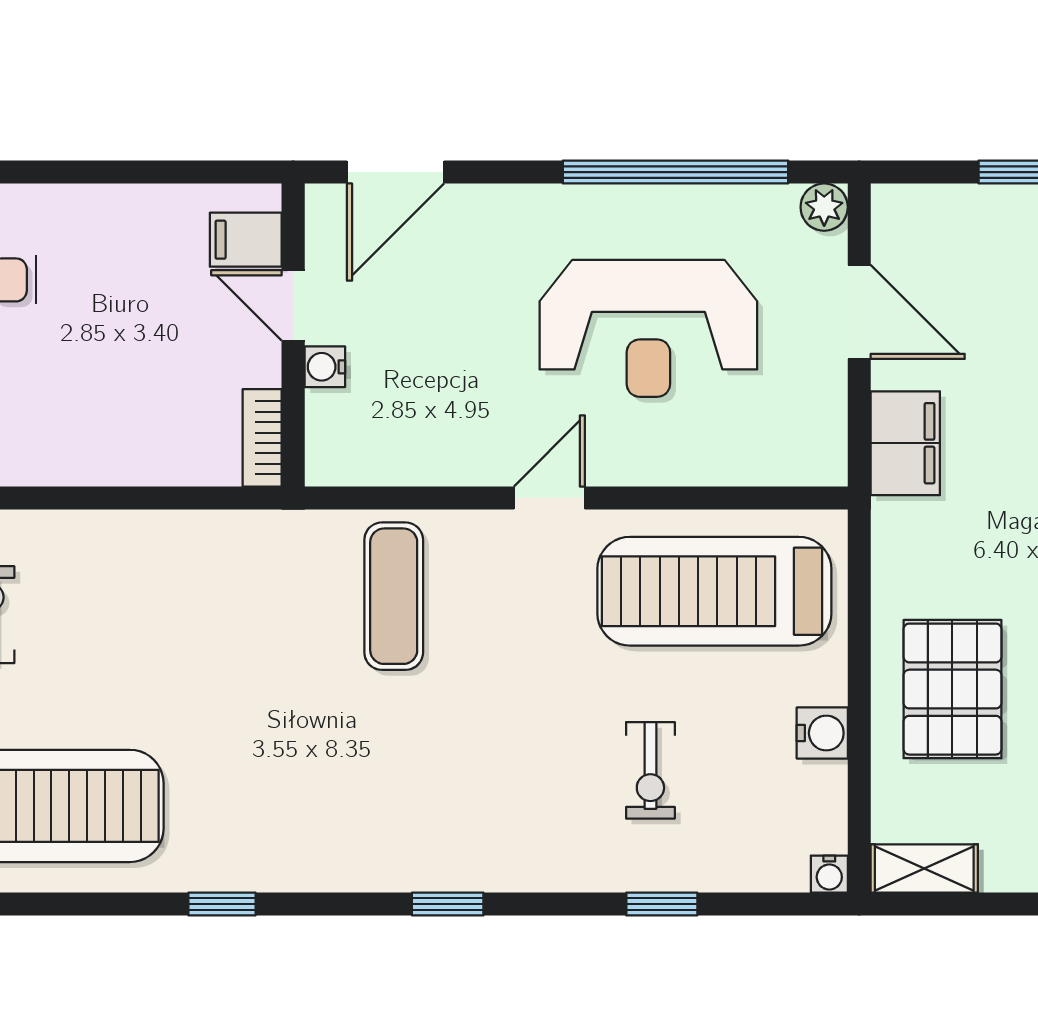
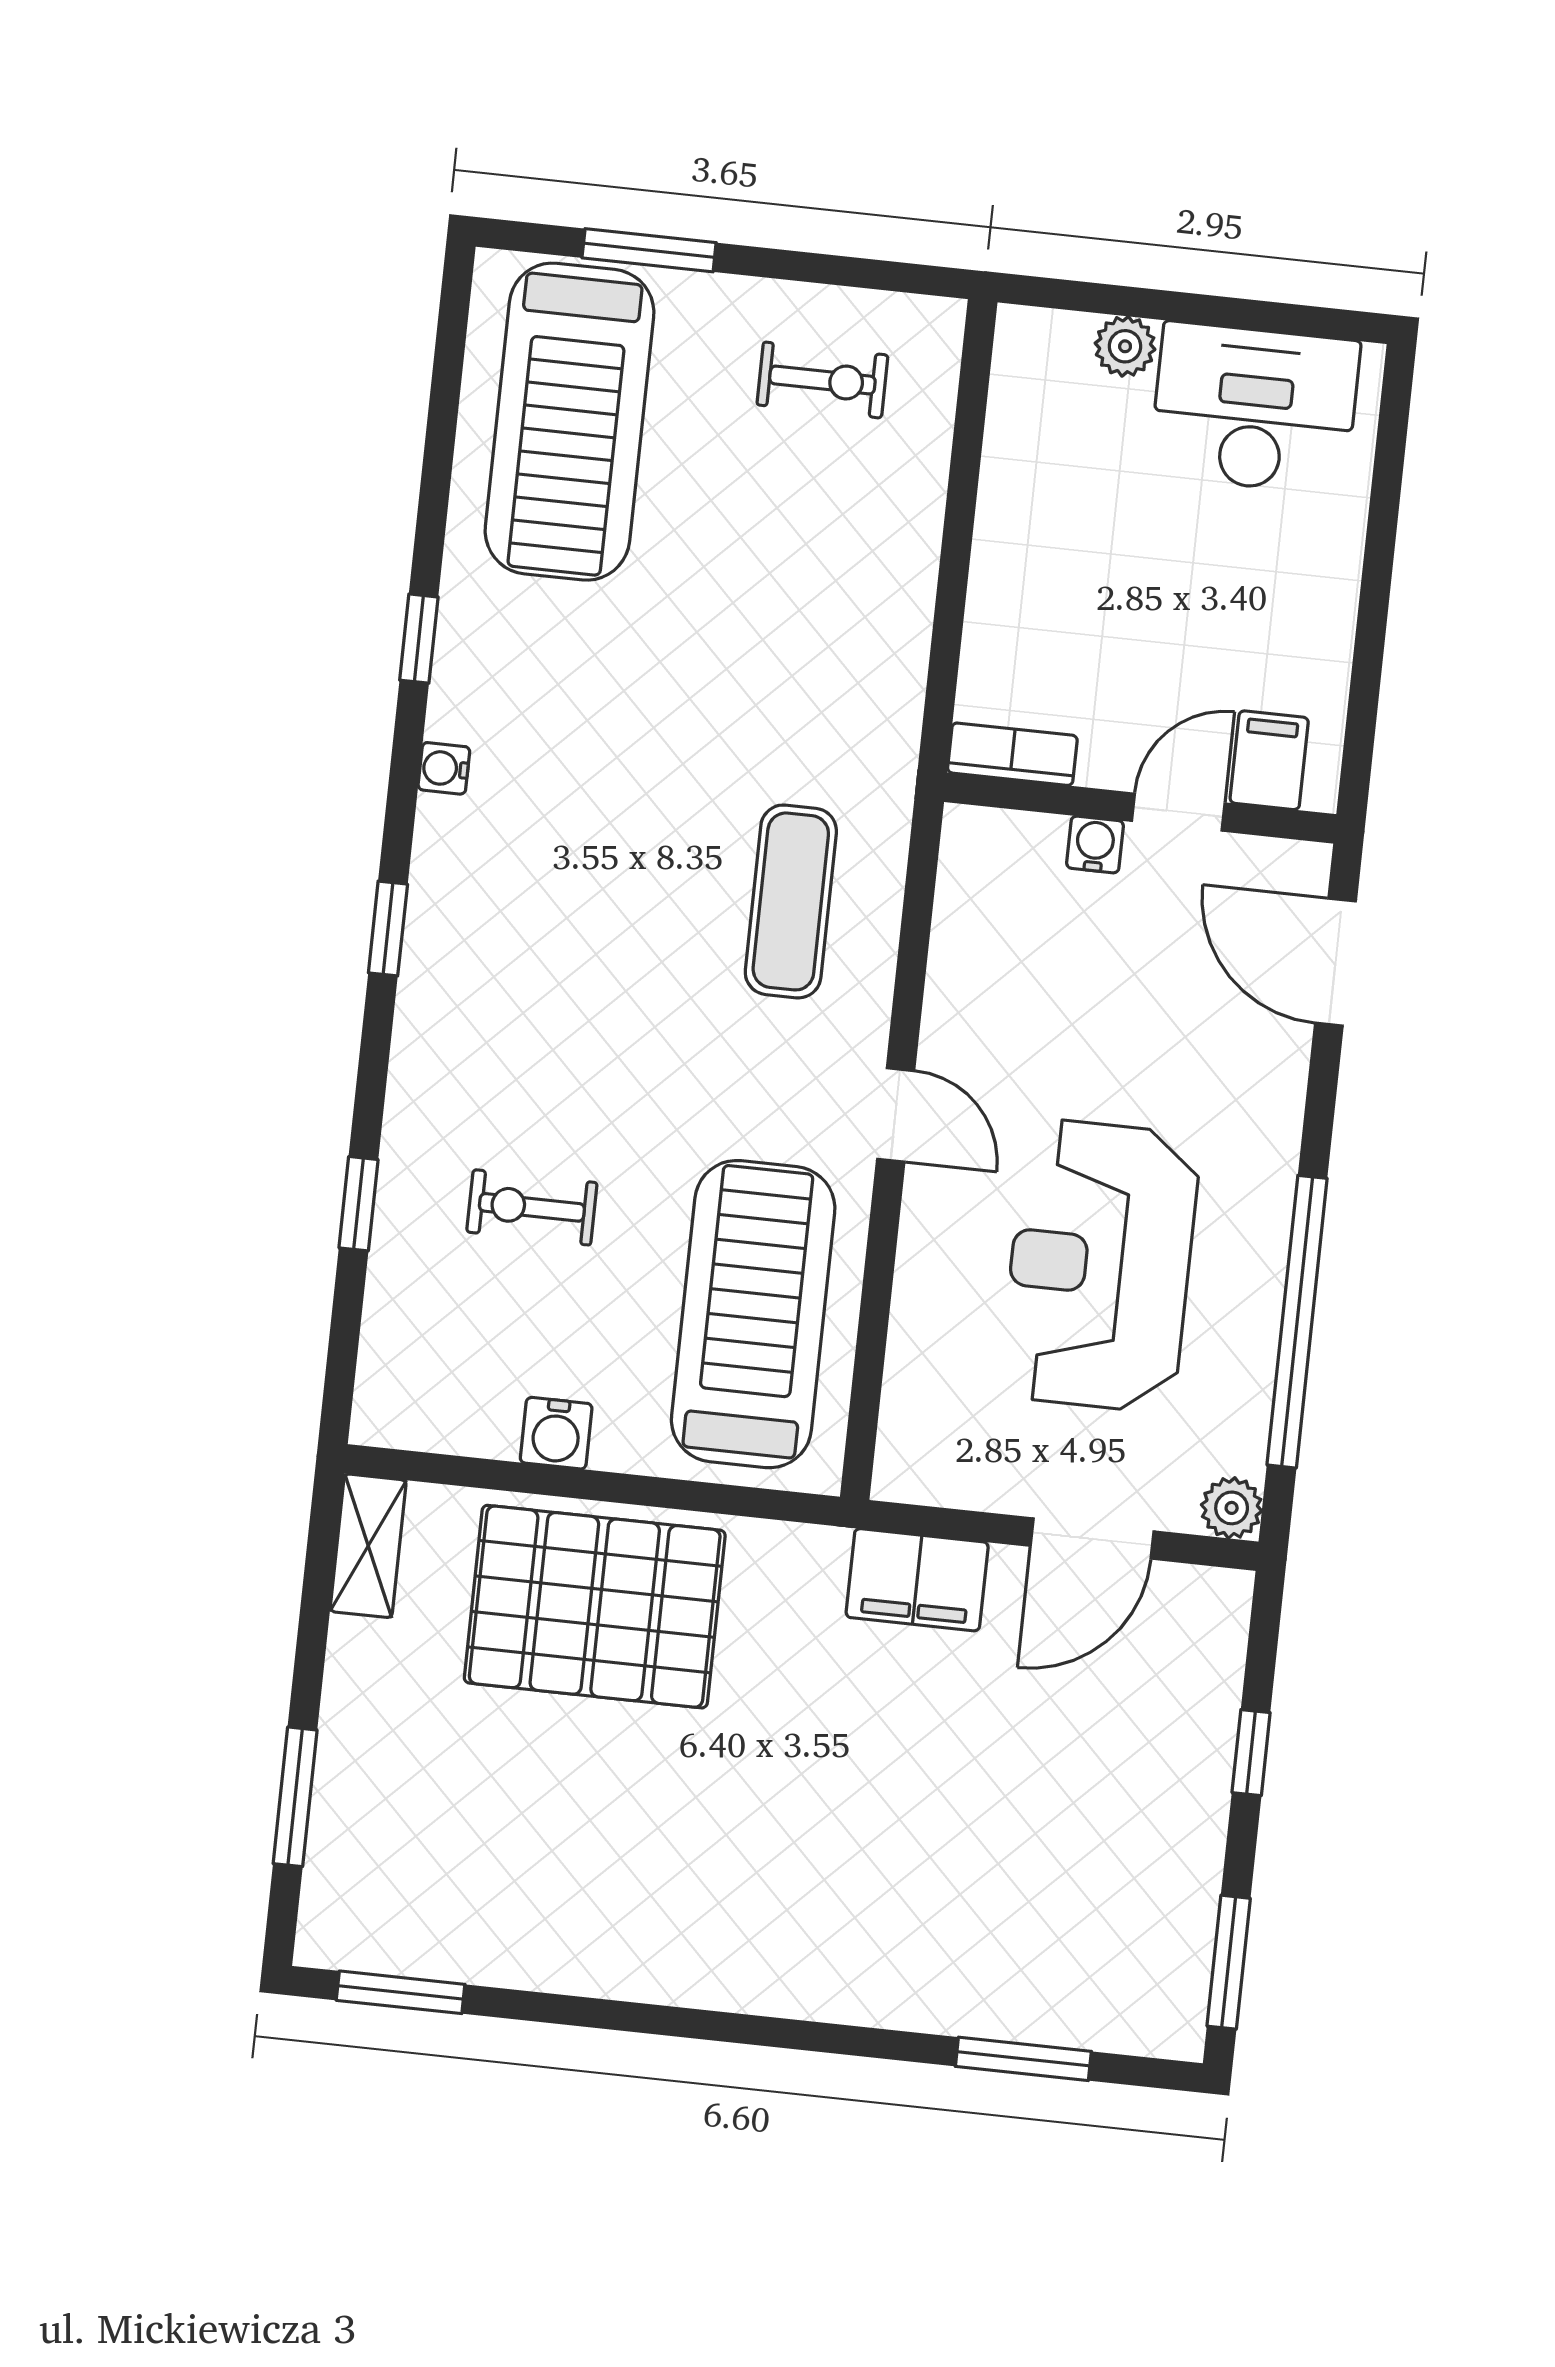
exercise mat: (394, 596) -> (791, 901), turned 90
pallet: (952, 689) -> (595, 1607), width x1.37, depth x1.41
water cooler: (829, 874) -> (444, 768), moved

